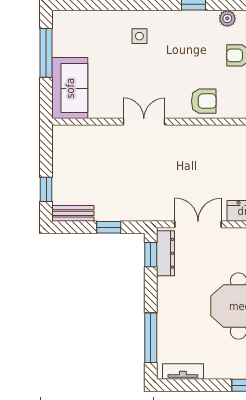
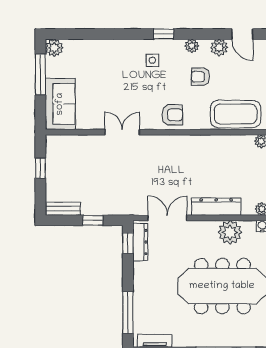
plant: (63, 21) -> (54, 48), added
side table: (139, 36) -> (152, 60), moved
window: (46, 189) -> (40, 168), moved

